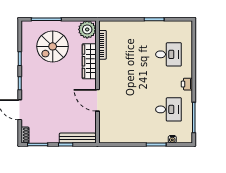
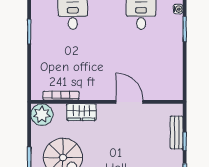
wardrobe: (89, 61) -> (81, 112), width x0.67
door: (97, 100) -> (130, 102), swing flipped
bench: (78, 138) -> (177, 133), width x0.73

